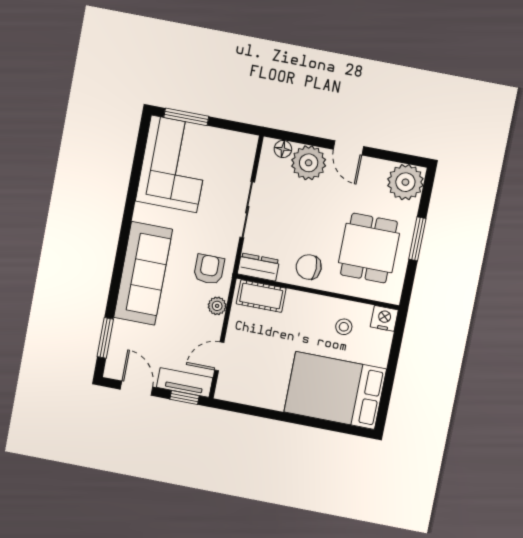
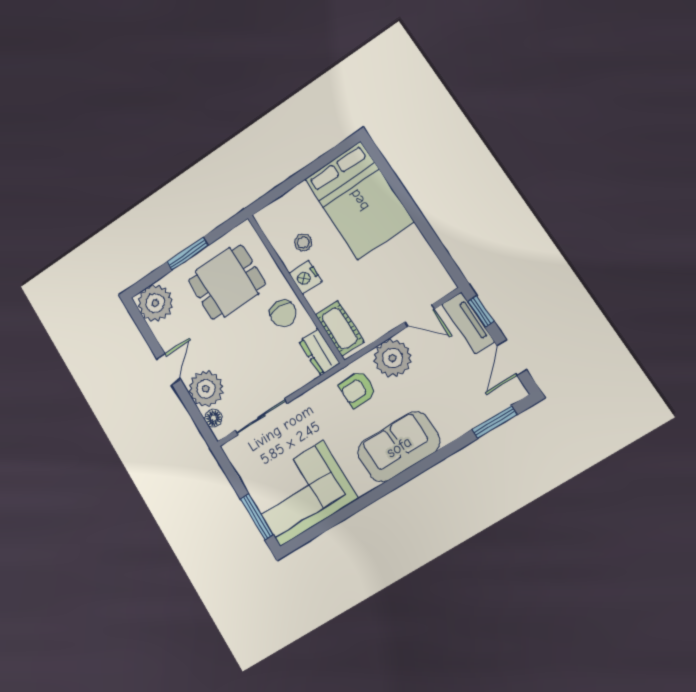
sliding door: (247, 210) -> (261, 417), moved
sofa: (143, 273) -> (399, 447), width x0.73
plant: (217, 306) -> (393, 358), width x1.88, depth x1.88
nightstand: (384, 318) -> (305, 277), moved

